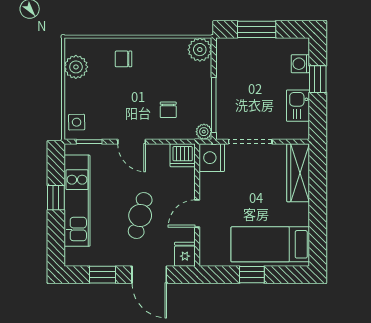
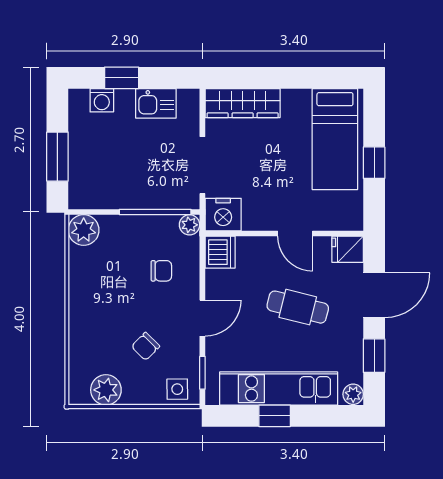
chair: (124, 59) -> (146, 346), moved, turned 45
plant: (73, 258) -> (353, 394), added

